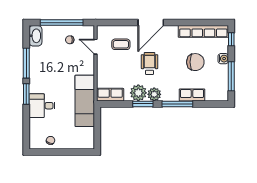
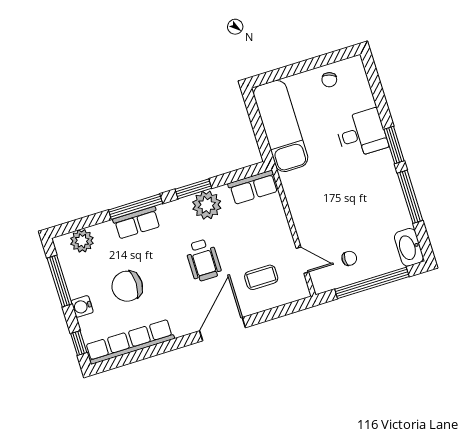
plant: (154, 94) -> (82, 241), moved
row of seats: (192, 95) -> (137, 223), moved
exam couch: (85, 101) -> (281, 126), moved

